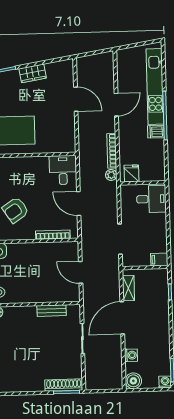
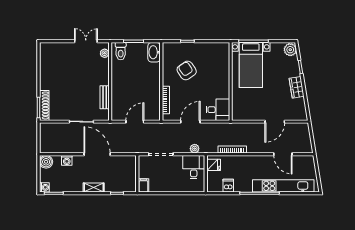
door: (116, 105) -> (283, 154), moved
dishwasher: (156, 132) -> (228, 186), moved
plant: (111, 175) -> (195, 149), moved
desk: (151, 199) -> (194, 167), moved, turned 180
shelving: (128, 288) -> (94, 188), moved

